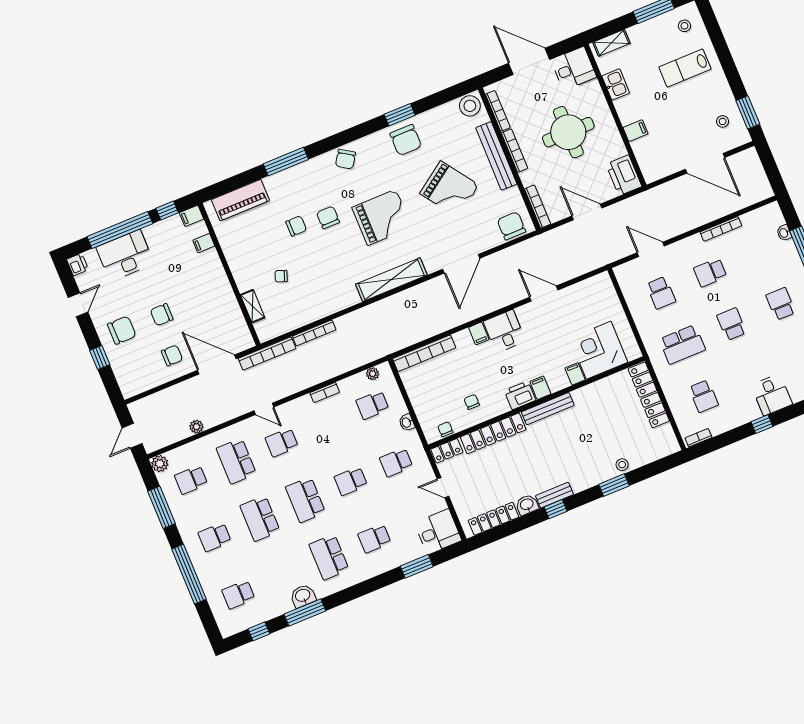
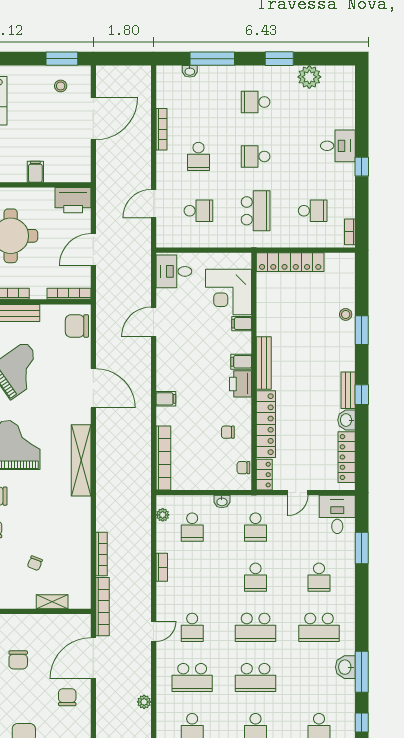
chair: (162, 315) -> (18, 660), moved
desk: (504, 331) -> (174, 271), moved

